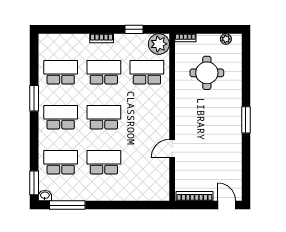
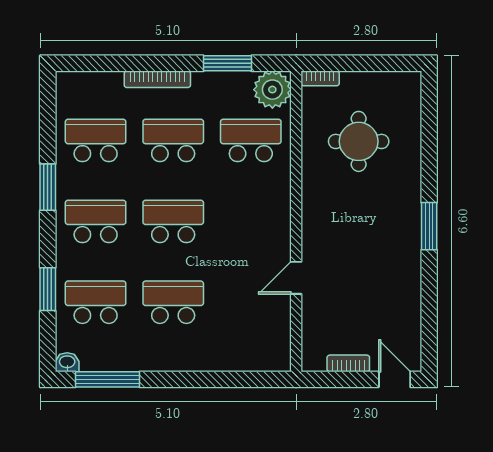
window: (134, 29) -> (227, 63), width x1.50
bookcase: (102, 38) -> (157, 79), width x1.56
plant: (226, 39) -> (393, 81), removed
window: (34, 183) -> (48, 289), moved
bookcase: (194, 196) -> (348, 363), width x0.64

